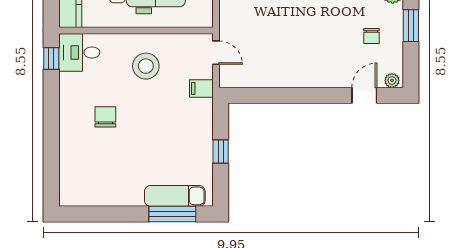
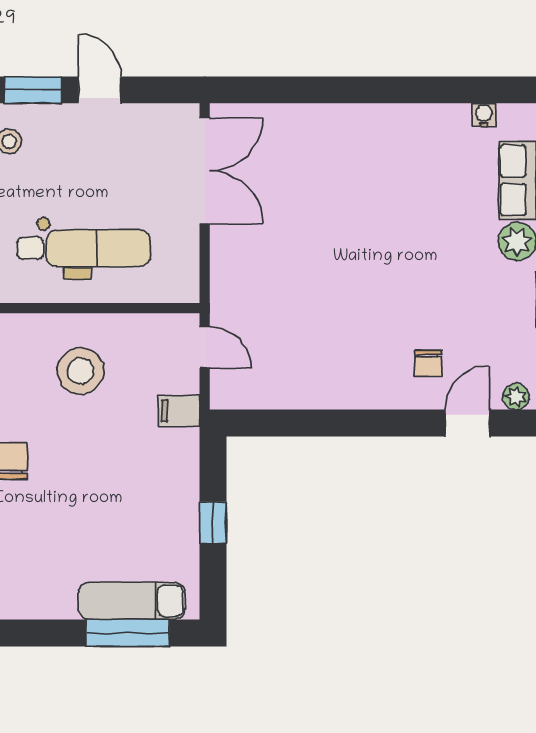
chair: (372, 36) -> (428, 363), moved

